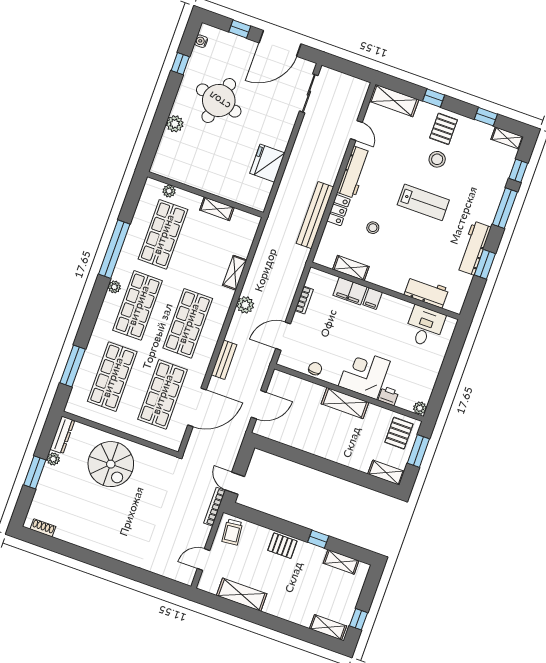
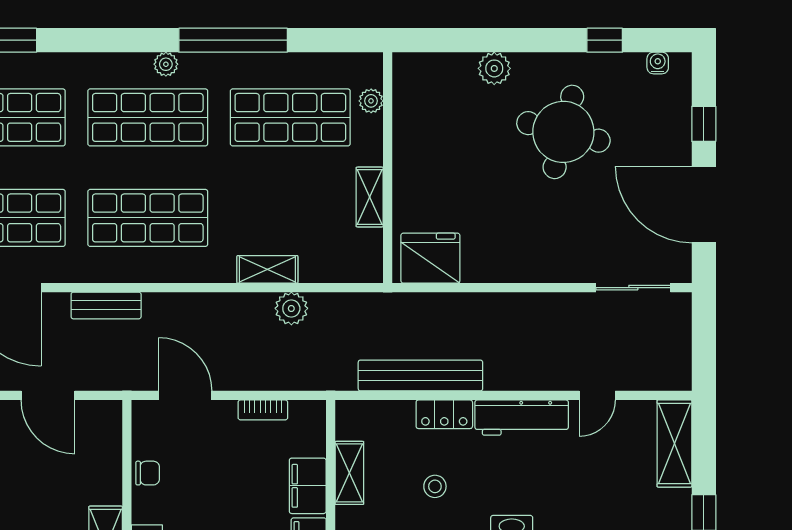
fridge: (267, 163) -> (430, 258), moved
plant: (245, 305) -> (291, 308), moved

